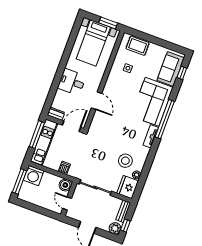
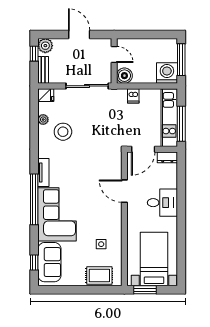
fridge: (128, 187) -> (46, 95), width x0.53, depth x0.75

